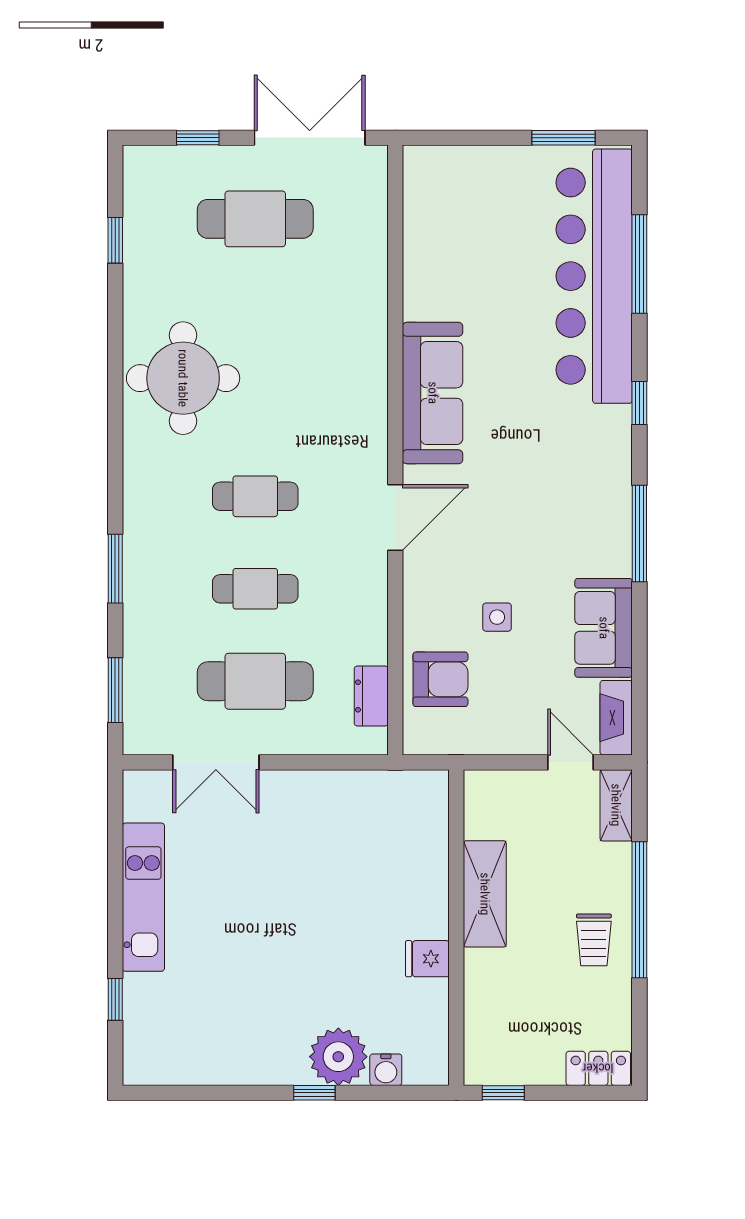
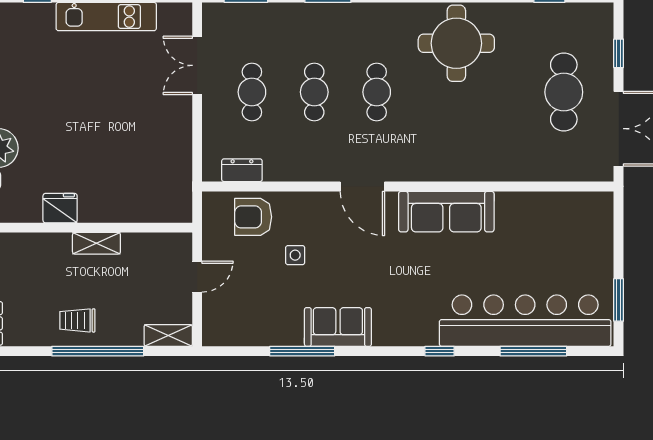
window: (639, 533) -> (302, 351), moved
sofa: (604, 628) -> (338, 327), moved
armchair: (440, 679) -> (253, 217), turned 90
cafe table: (255, 681) -> (252, 92), width x0.73, depth x0.74
fireplace: (616, 718) -> (227, 335), removed
door: (571, 762) -> (197, 277), moved
shelving: (485, 894) -> (96, 243), width x0.67, depth x0.75
fridge: (427, 959) -> (60, 208), width x1.38

